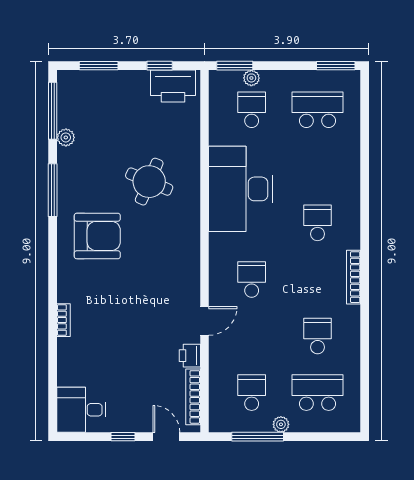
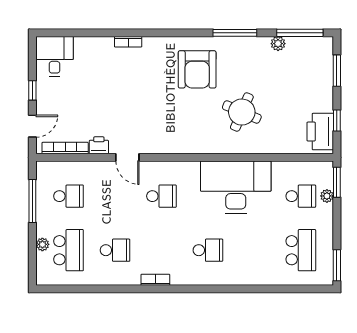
bookcase: (354, 277) -> (155, 280), width x0.64
plant: (281, 424) -> (42, 244), moved

